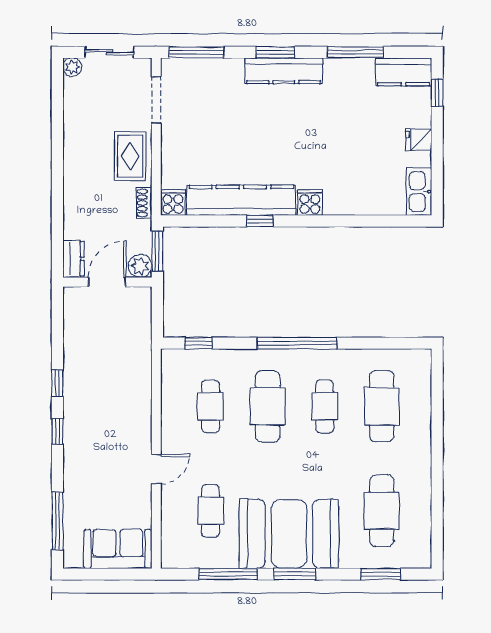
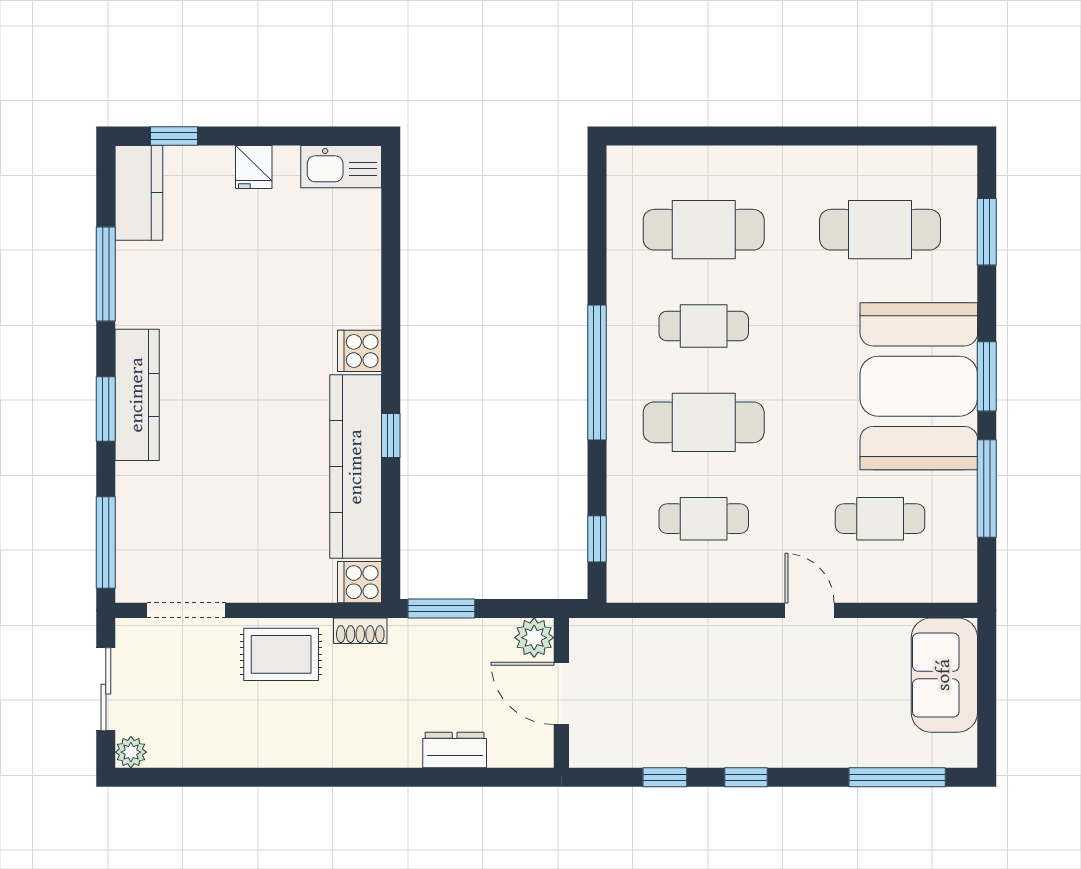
plant: (140, 266) -> (534, 638), moved
door: (107, 282) -> (561, 693), moved
wall: (107, 282) -> (561, 693), moved

